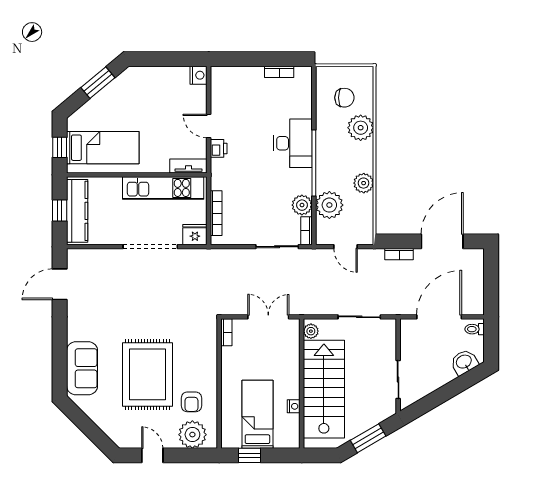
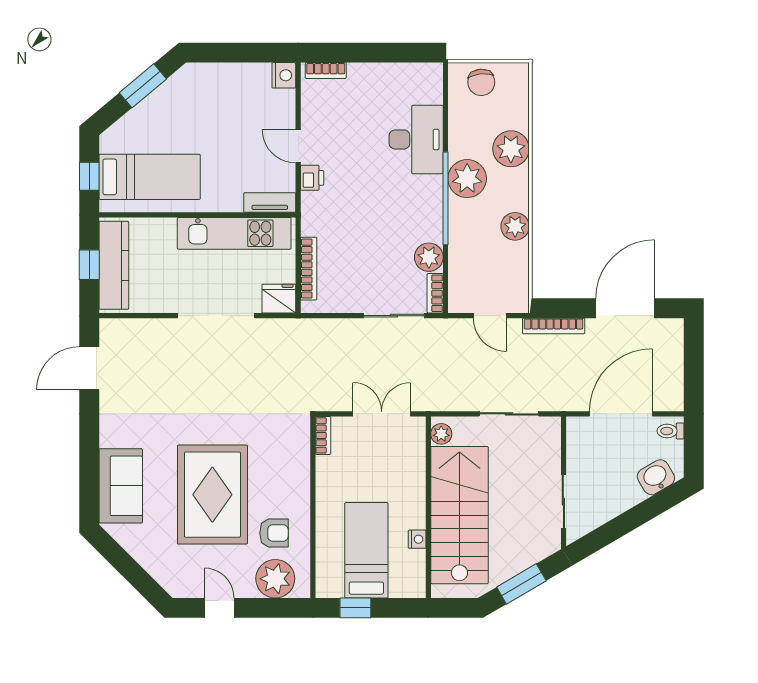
bookcase: (279, 72) -> (326, 71), moved
chair: (344, 98) -> (481, 82), moved, turned 84
desk: (293, 143) -> (416, 139), moved
plant: (329, 205) -> (467, 179), moved
bookcase: (399, 254) -> (554, 326), width x1.56
armchair: (191, 402) -> (274, 533), turned -90

